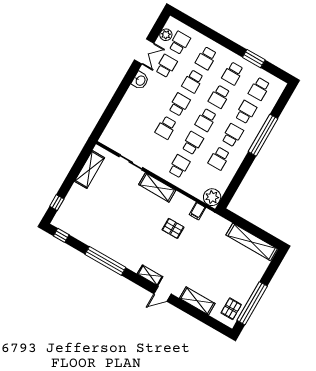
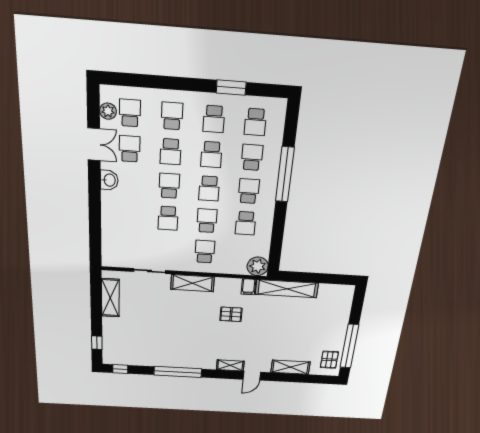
school desk: (206, 58) -> (172, 116), turned 180
shelving: (252, 242) -> (287, 289), moved

